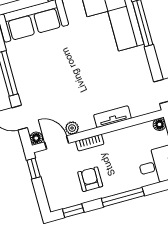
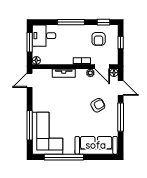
armchair: (47, 82) -> (98, 105), added
window: (34, 169) -> (121, 42), moved
armchair: (90, 179) -> (99, 39), moved

